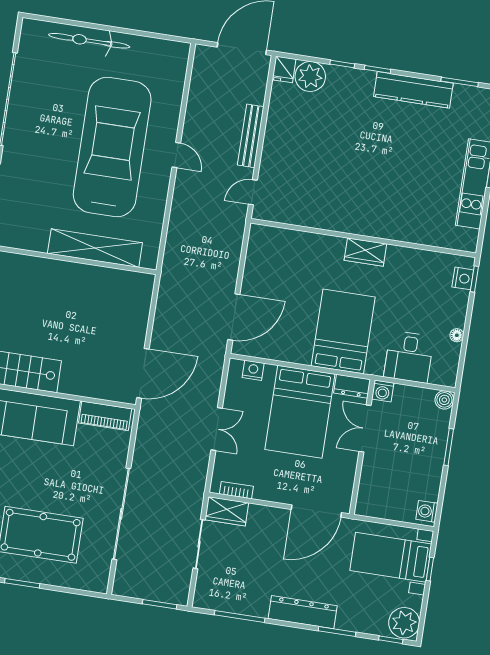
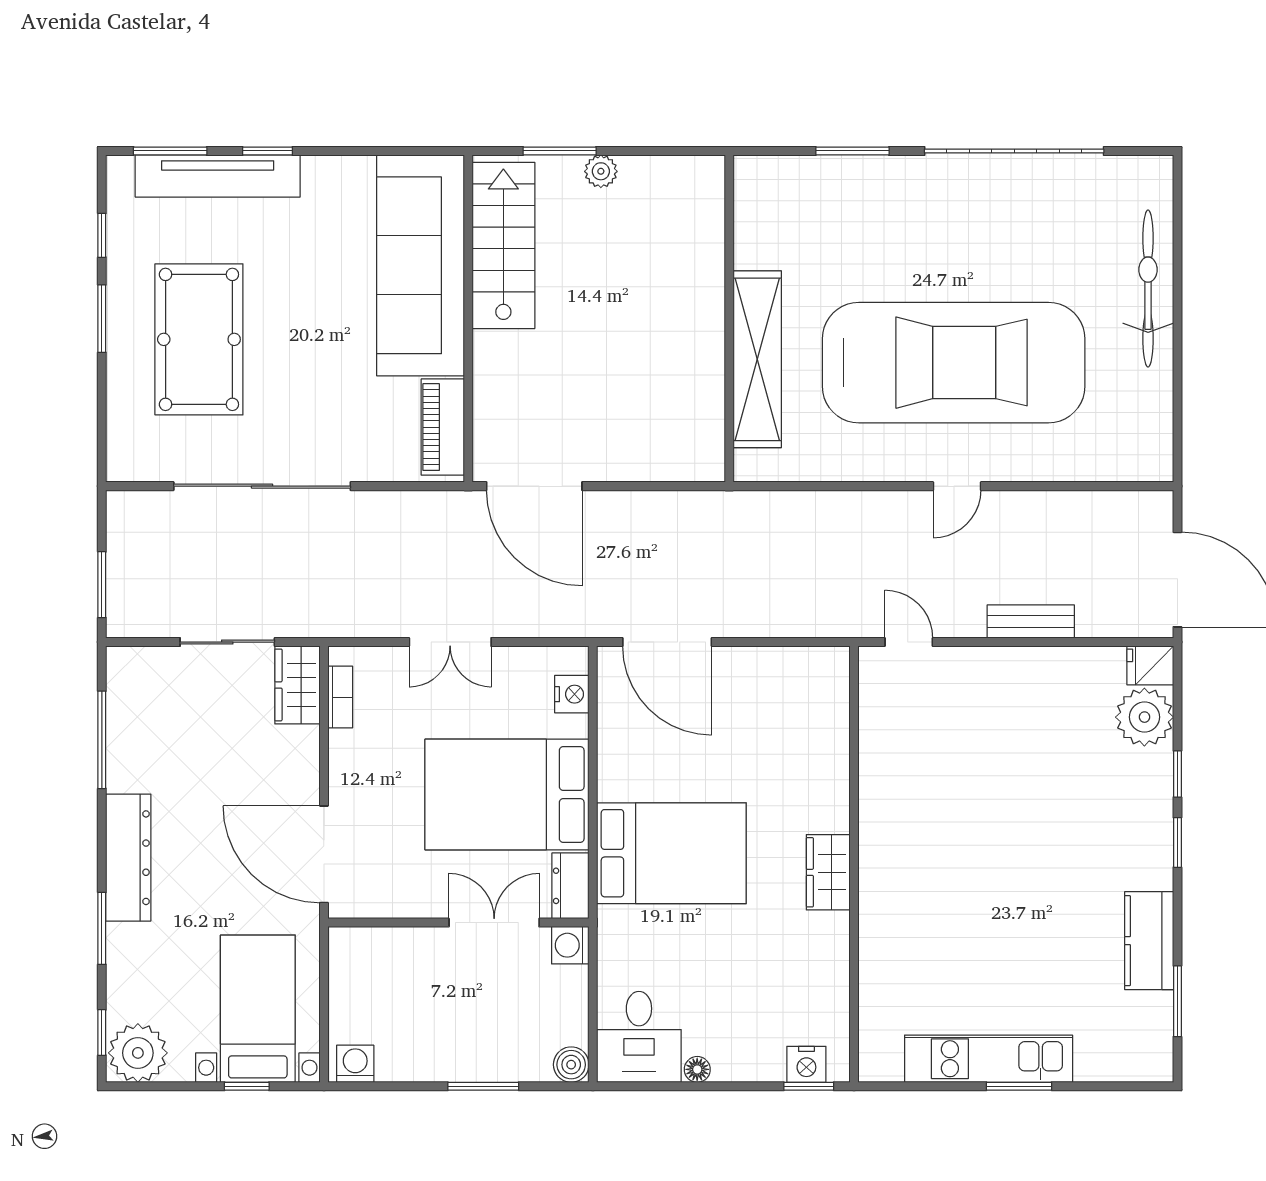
kitchen counter: (413, 90) -> (1149, 941), width x0.67
bench: (251, 136) -> (1031, 621), width x0.73
desk: (409, 357) -> (639, 1037), moved, turned -90

